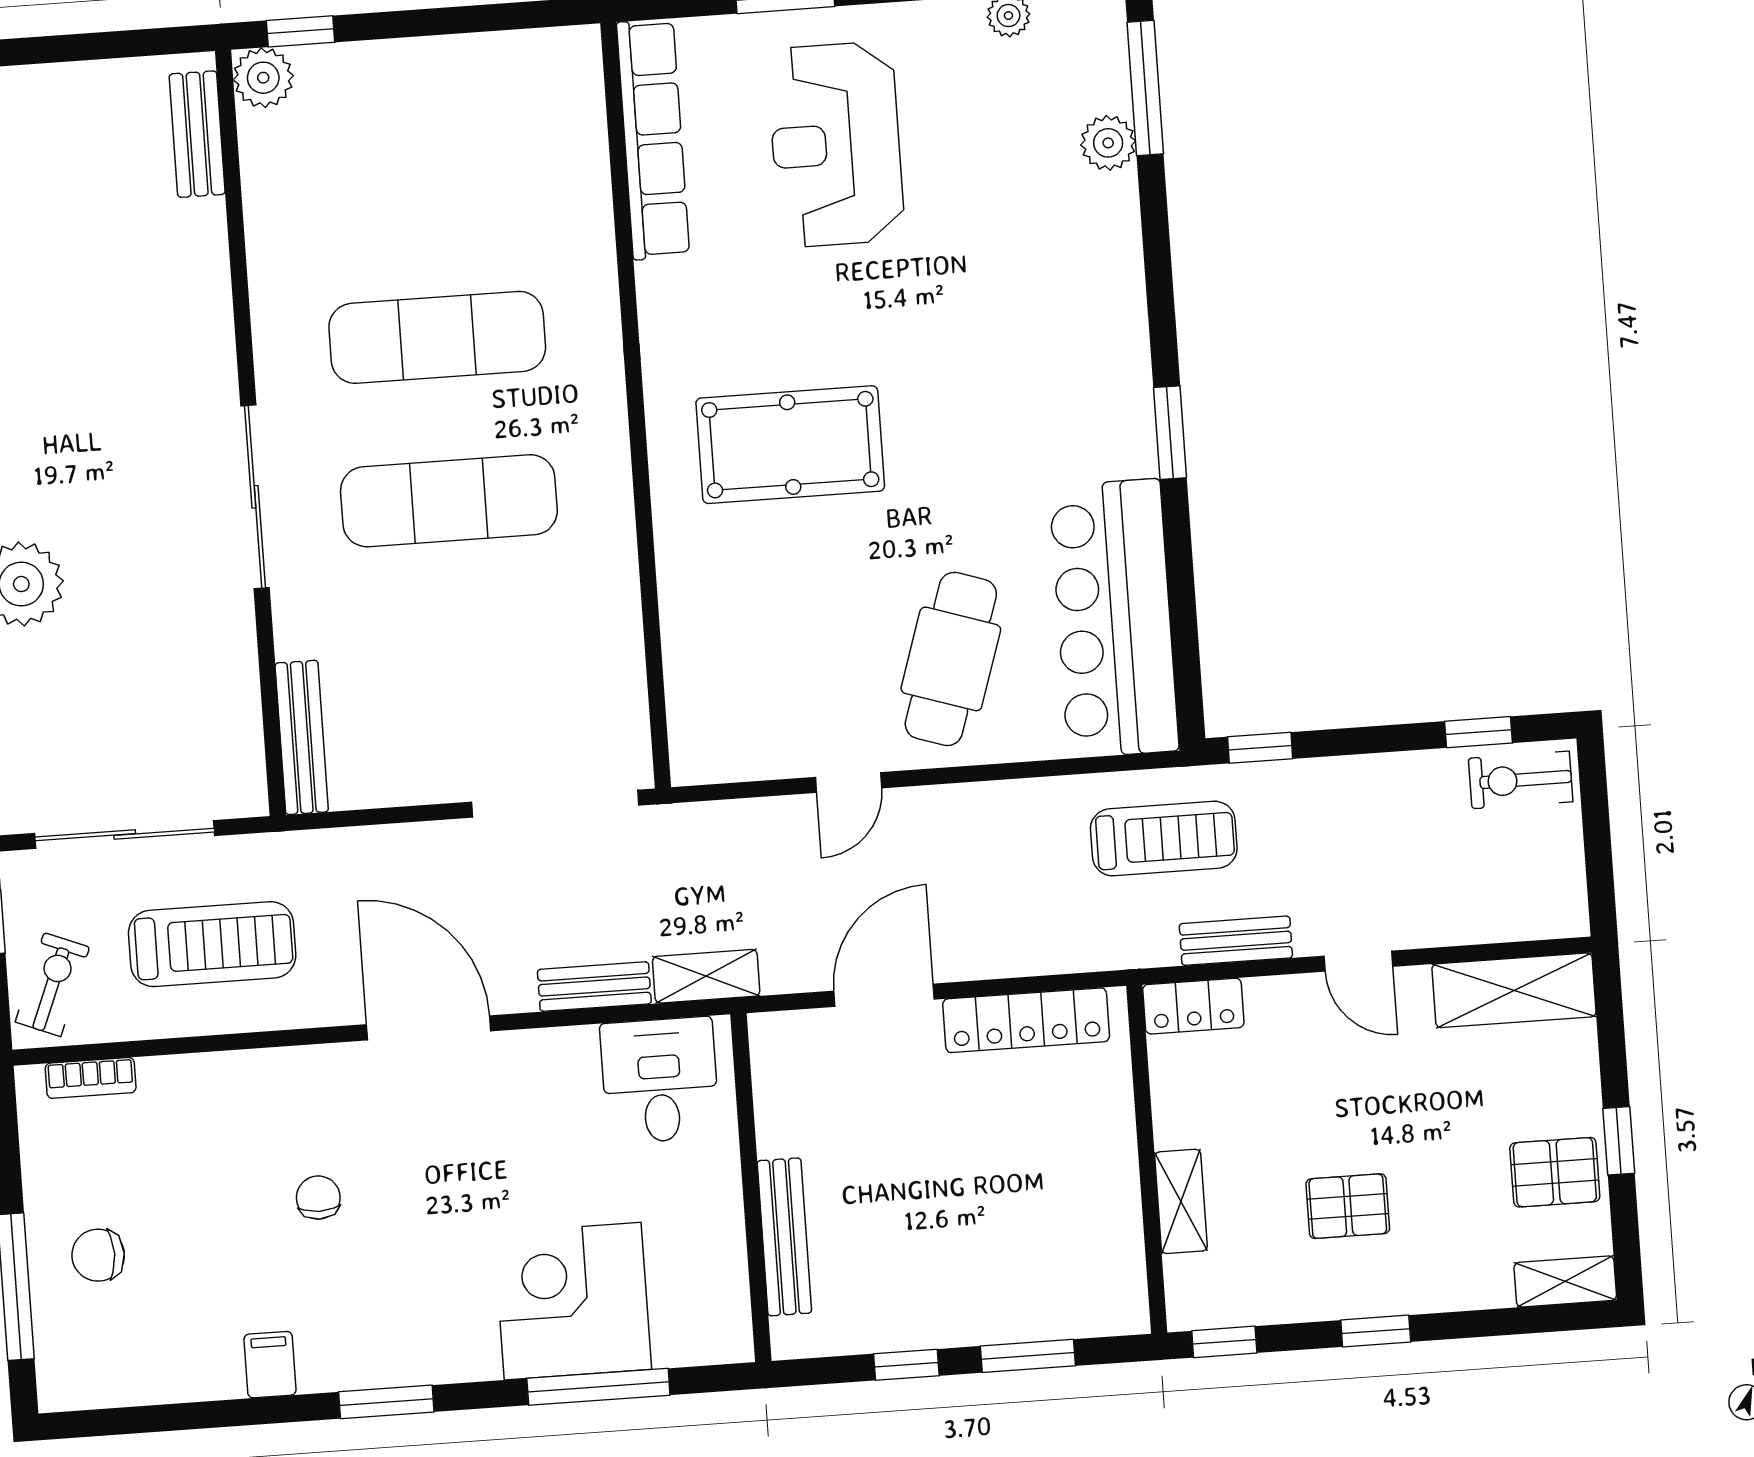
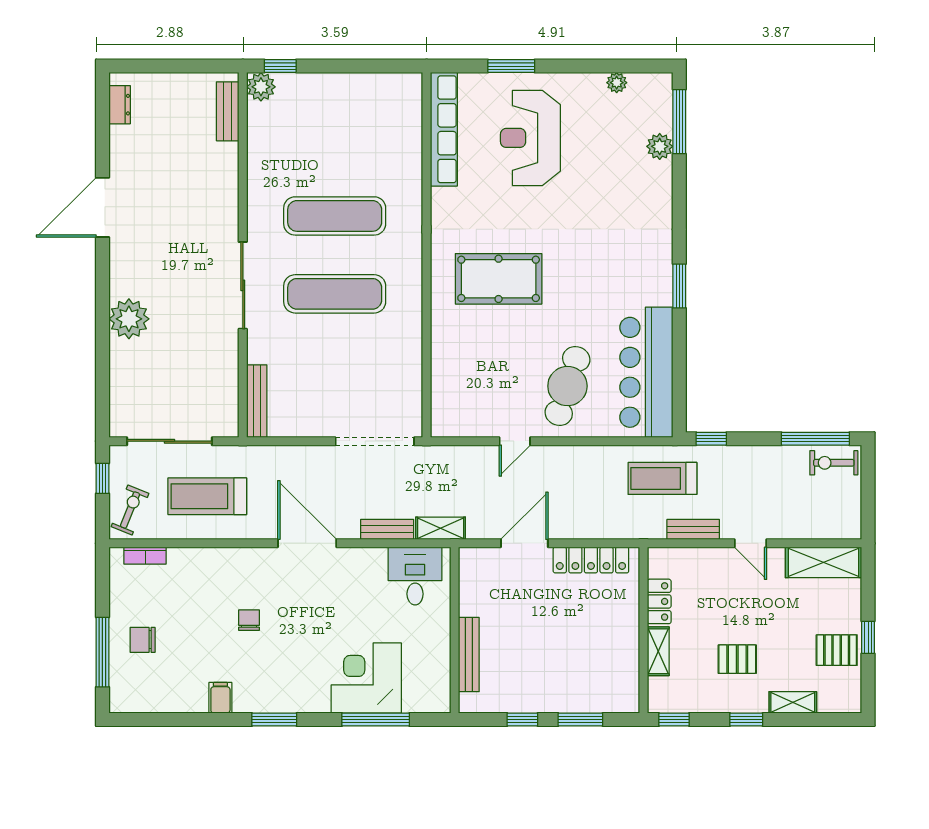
window: (1478, 732) -> (815, 439), width x2.17
treadmill: (1164, 839) -> (662, 478), turned 180
treadmill: (212, 944) -> (207, 496), turned 180
locker: (1193, 1006) -> (659, 601), moved, turned -90
shelving: (1565, 1281) -> (793, 702), moved

